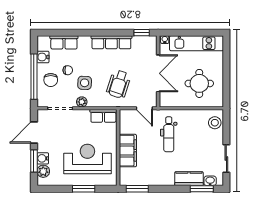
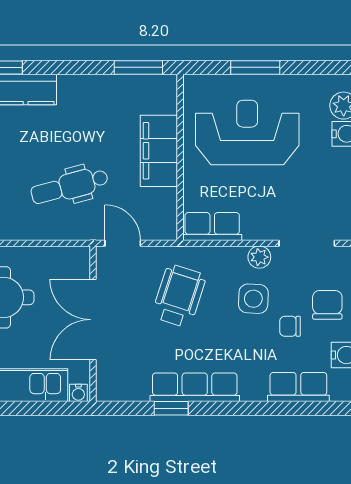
window: (142, 33) -> (171, 408), moved
dental chair: (169, 134) -> (70, 186), turned -105
reception desk: (87, 159) -> (247, 132), turned 180

